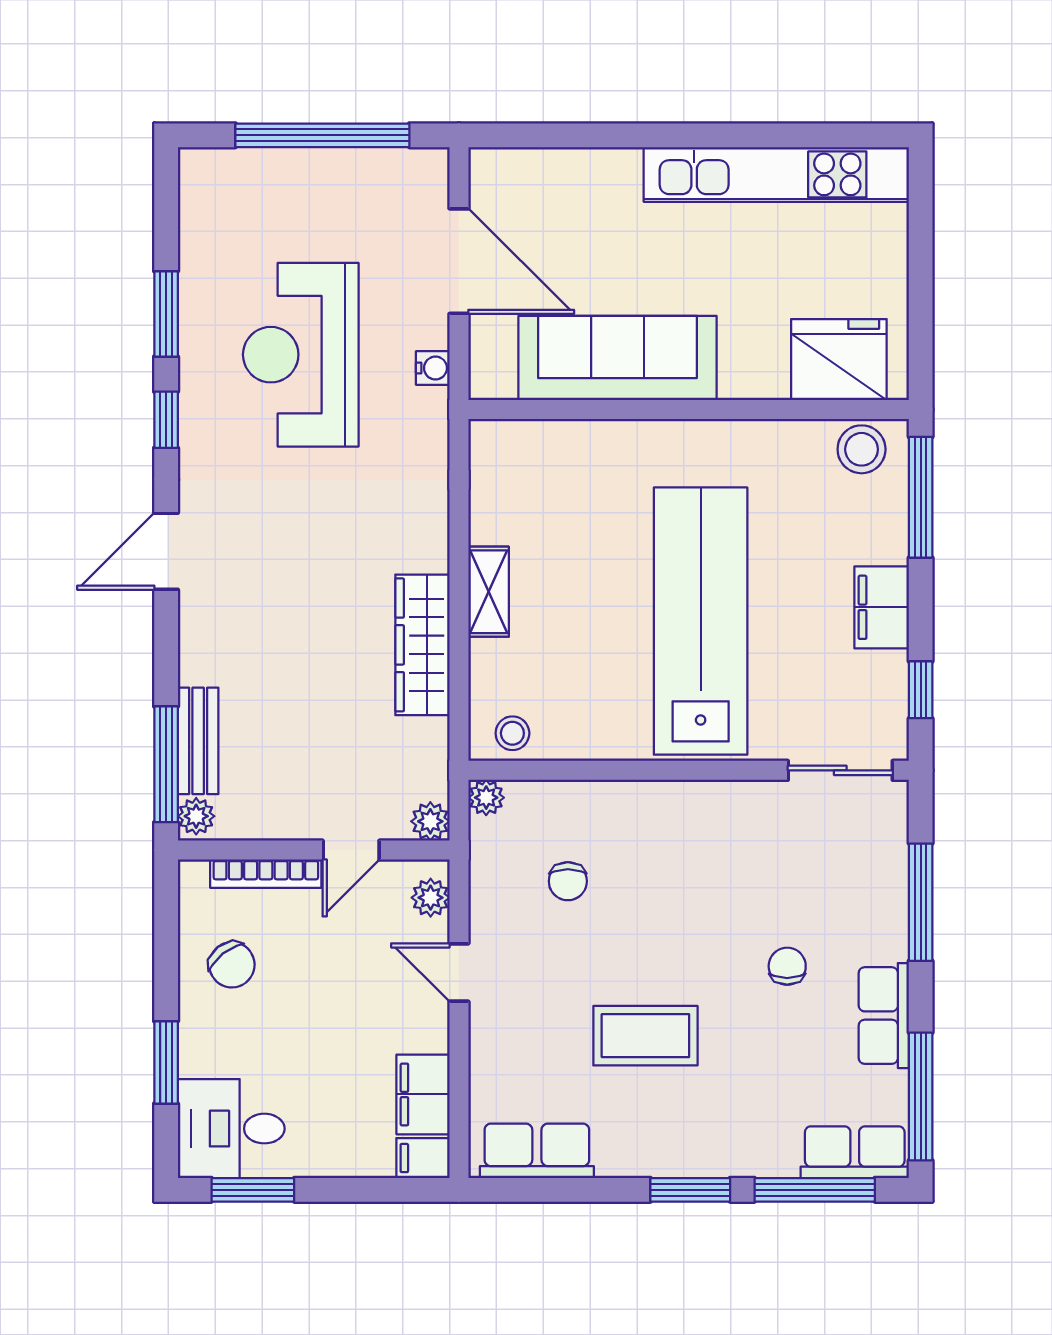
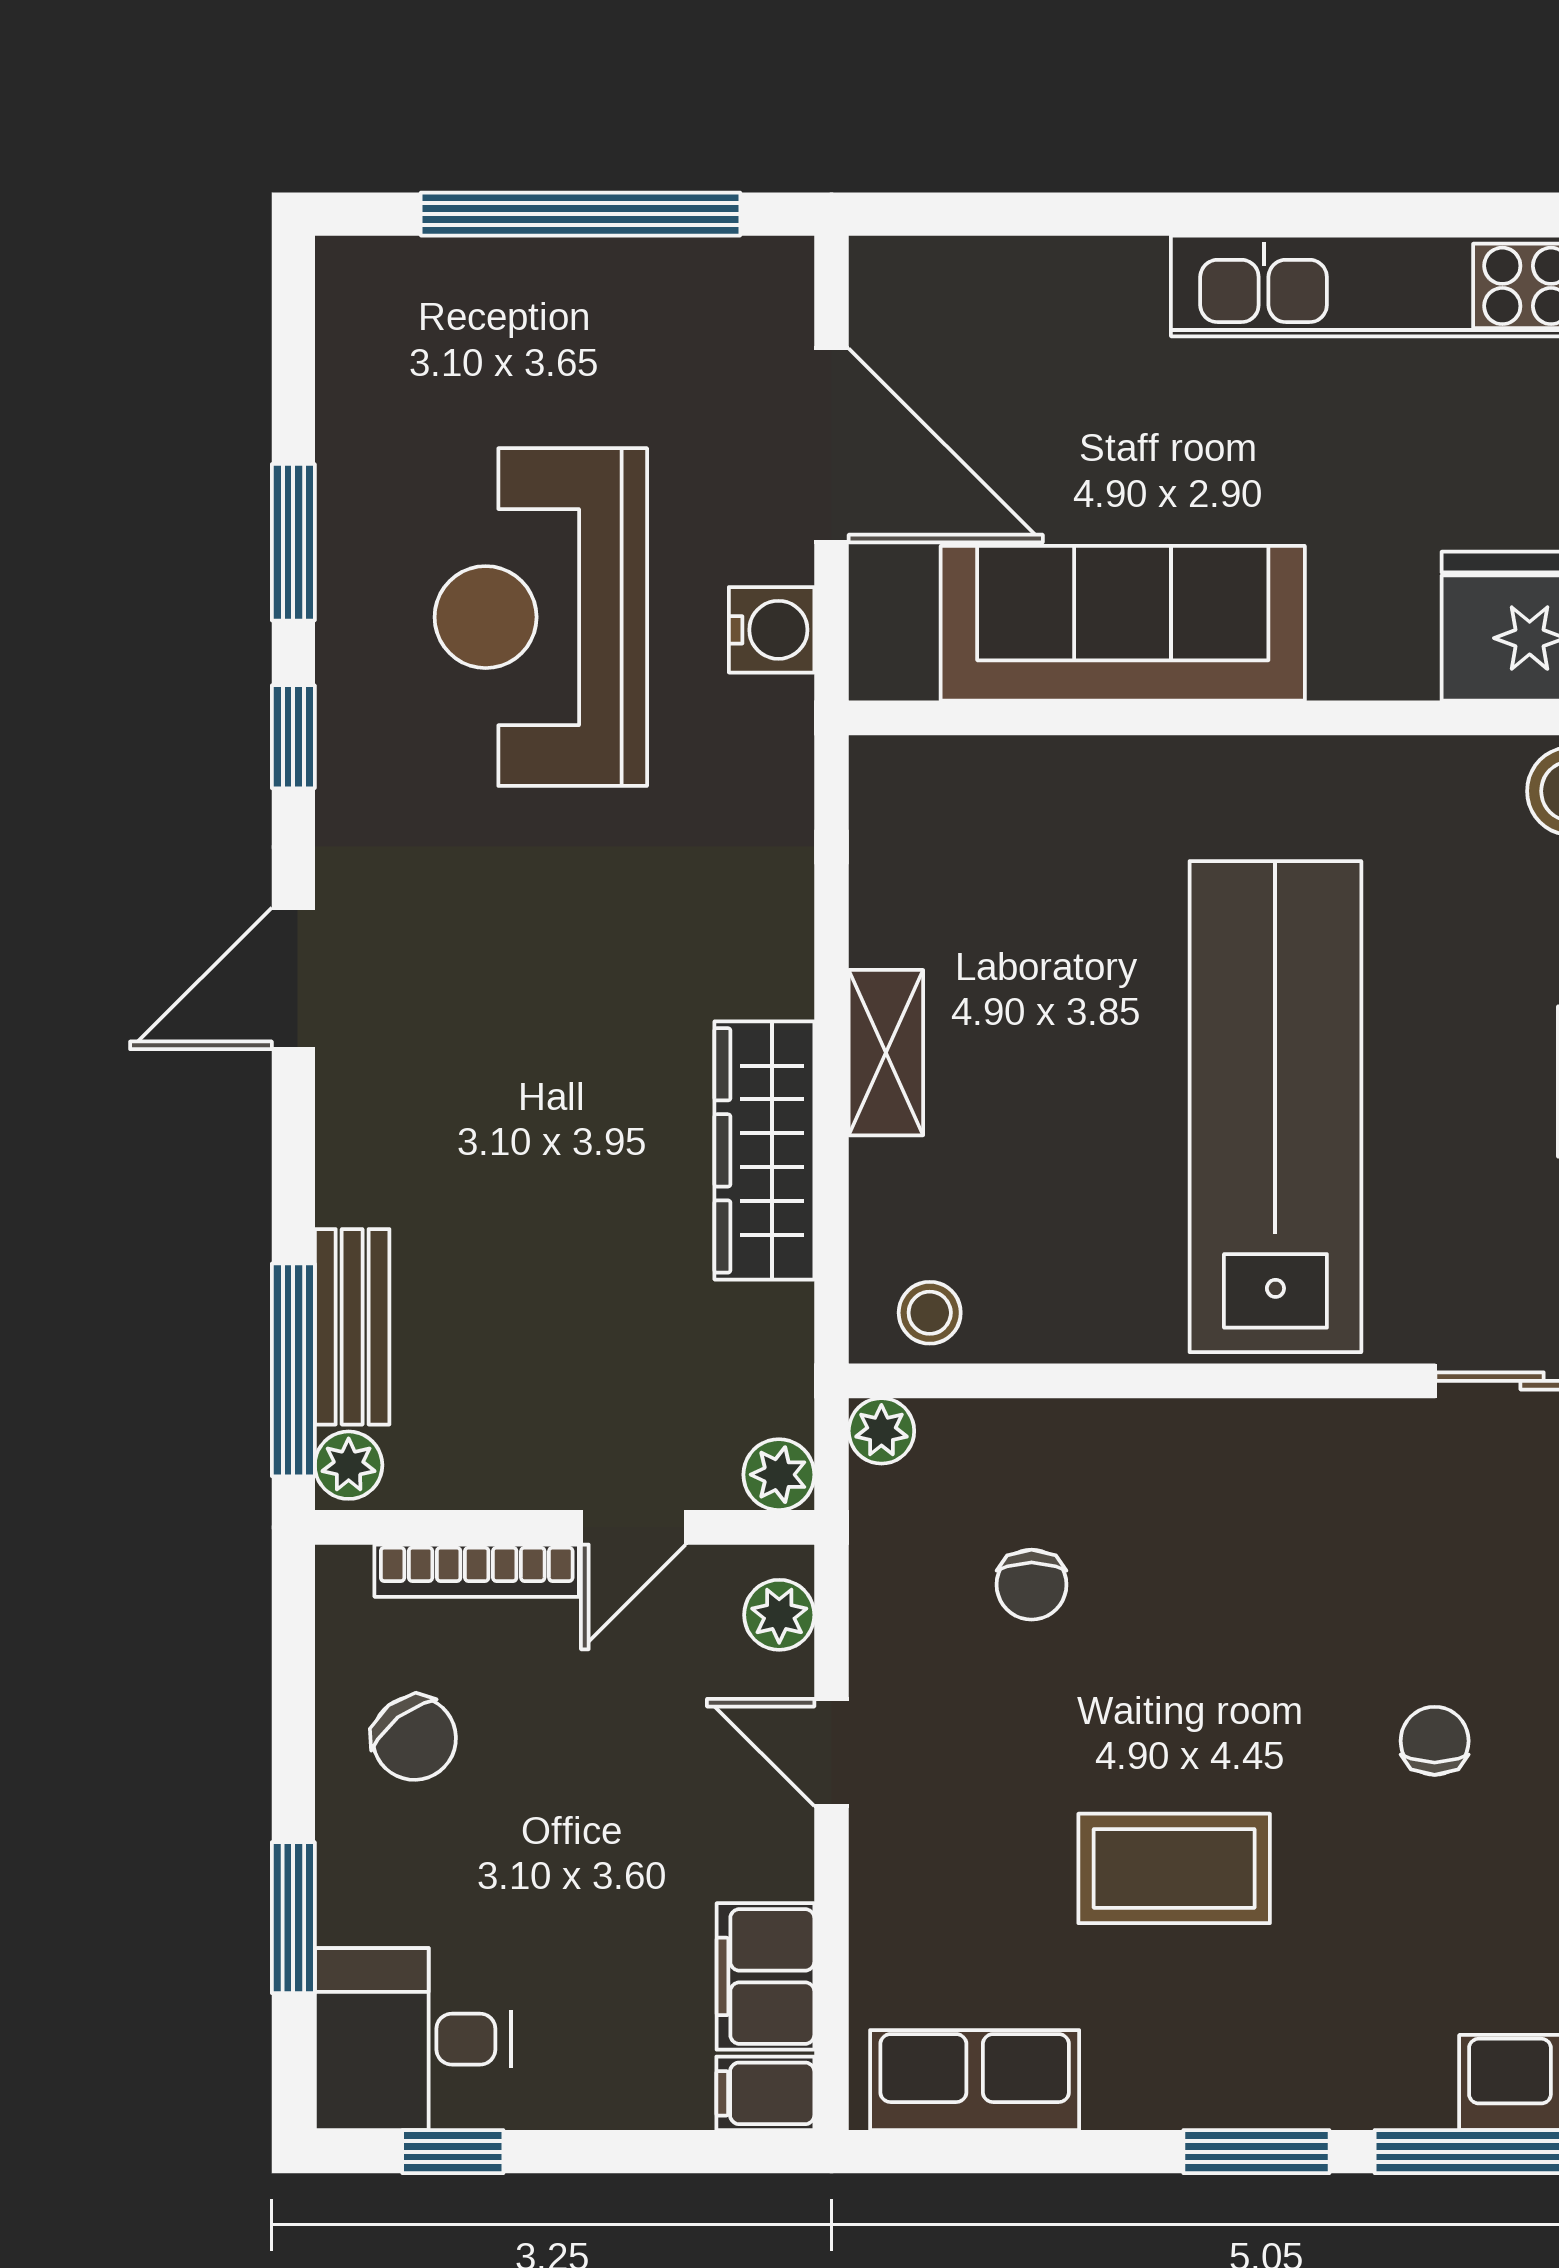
water cooler: (433, 368) -> (772, 630), width x1.38, depth x1.38
window: (253, 1190) -> (453, 2152), width x0.67

